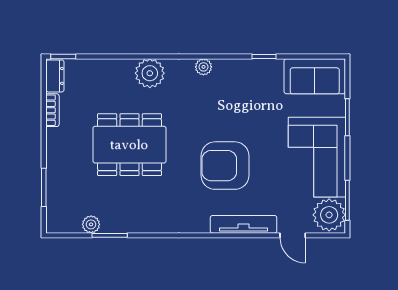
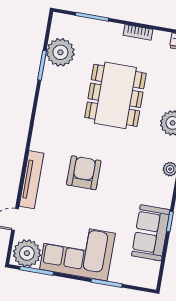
sofa: (315, 76) -> (151, 233), moved
bookcase: (52, 110) -> (138, 32), moved
armchair: (225, 166) -> (84, 173), width x0.73, depth x0.73
plant: (91, 224) -> (60, 52), width x1.87, depth x1.87

